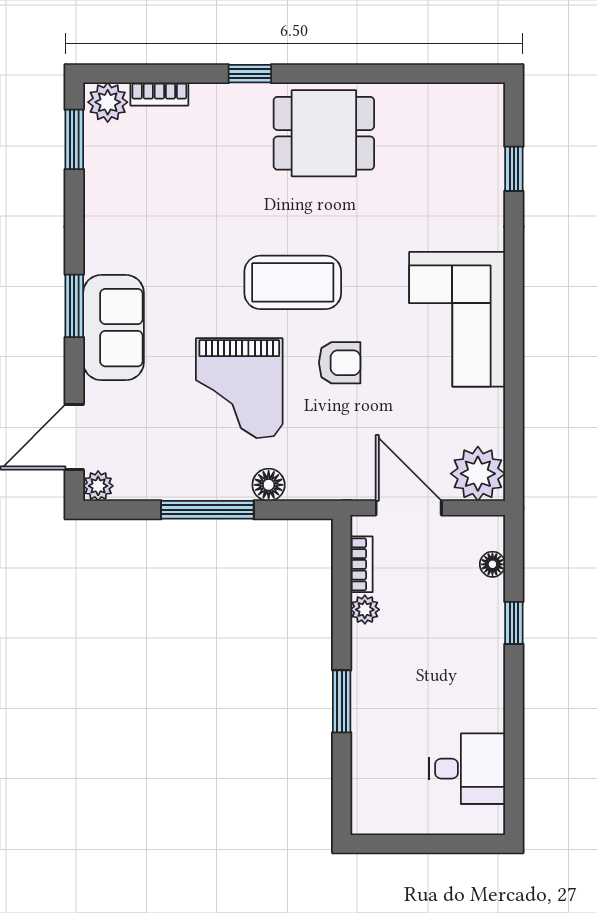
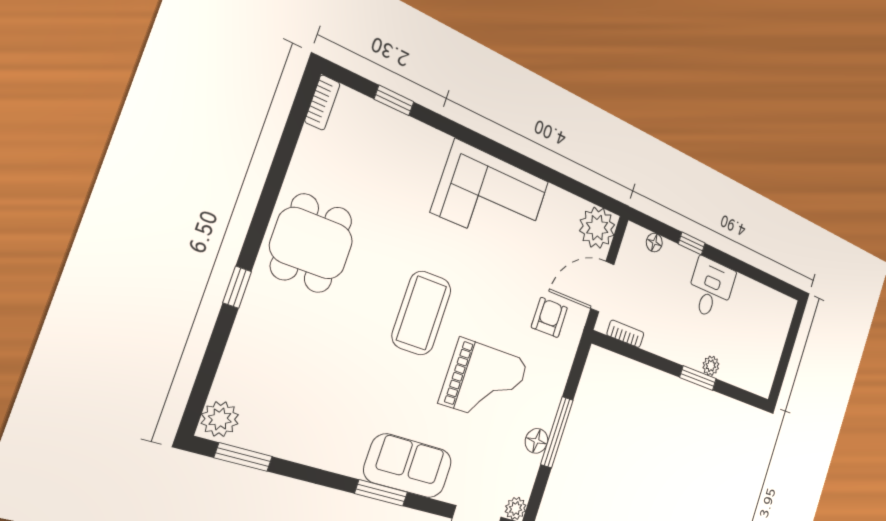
bookcase: (159, 94) -> (322, 102), moved
armchair: (340, 363) -> (549, 317), moved
floor lamp: (269, 485) -> (537, 441), moved
plant: (365, 610) -> (711, 366), moved
desk: (467, 769) -> (711, 288), moved

